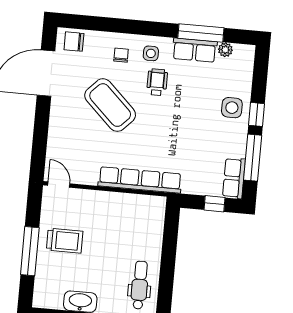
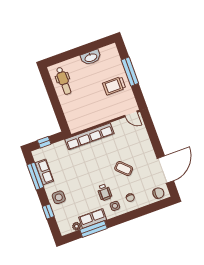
coffee table: (110, 105) -> (124, 169), width x0.54, depth x0.58
window: (257, 114) -> (48, 212), moved
row of seats: (234, 178) -> (44, 172), moved

